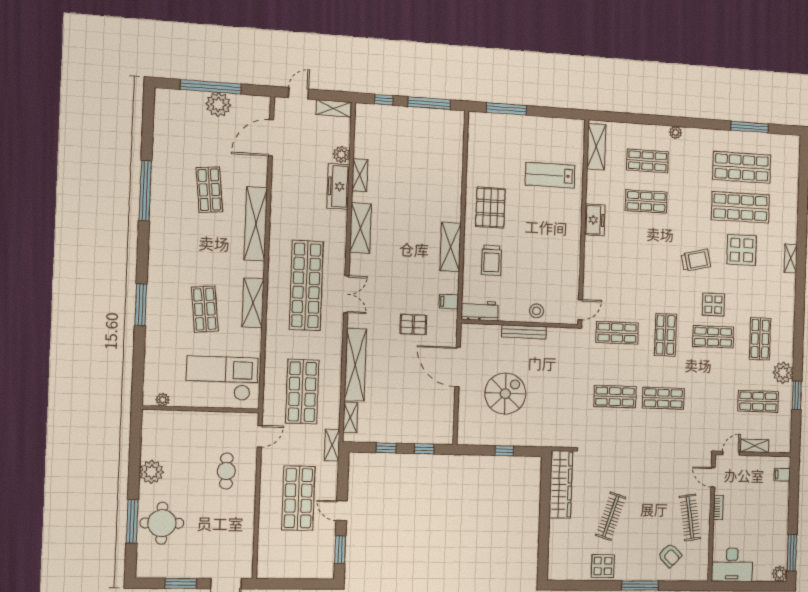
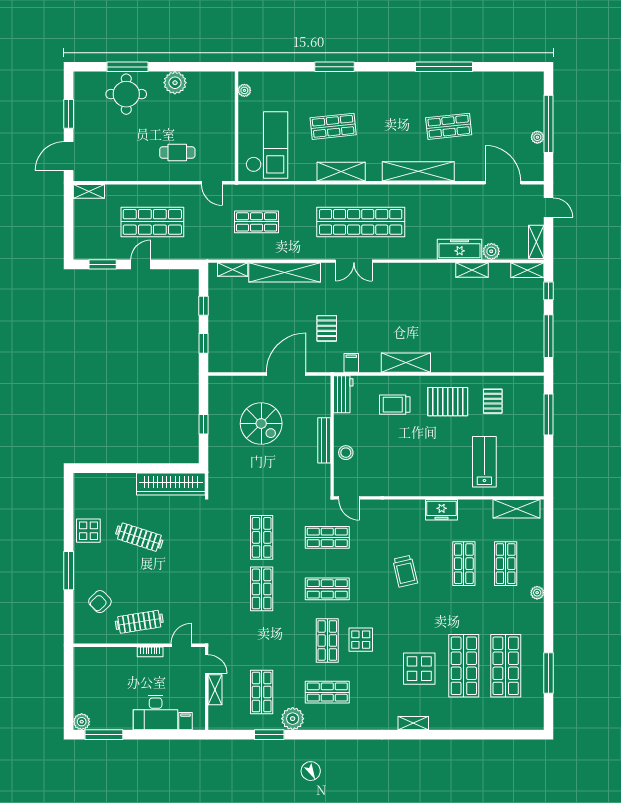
plant: (218, 104) -> (537, 137), width x0.53, depth x0.53
pallet: (491, 163) -> (493, 401), added
shelving: (360, 228) -> (527, 270), moved, width x0.67, depth x0.75
trolley: (696, 260) -> (405, 571), moved
shop shelf: (617, 333) -> (327, 537), turned 90
shop shelf: (302, 392) -> (257, 222), width x0.70, depth x0.74
shelving: (332, 445) -> (89, 191), moved
desk: (732, 565) -> (156, 713), moved, turned -90

